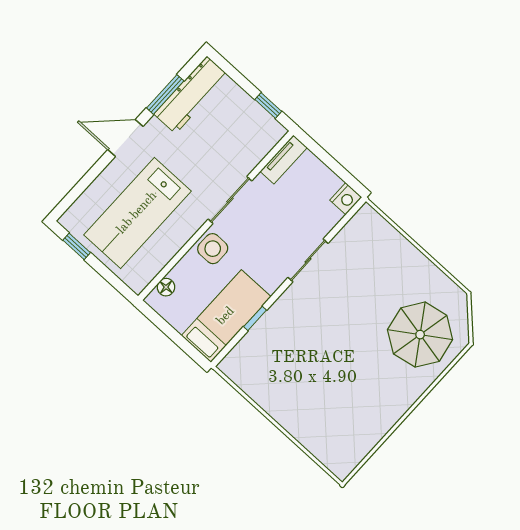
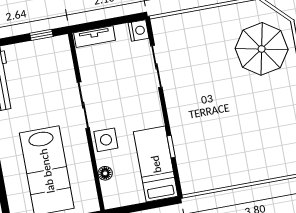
tv unit: (284, 159) -> (95, 37), moved, turned 90
sliding door: (308, 260) -> (156, 66), moved
floor lamp: (166, 287) -> (105, 173), moved

